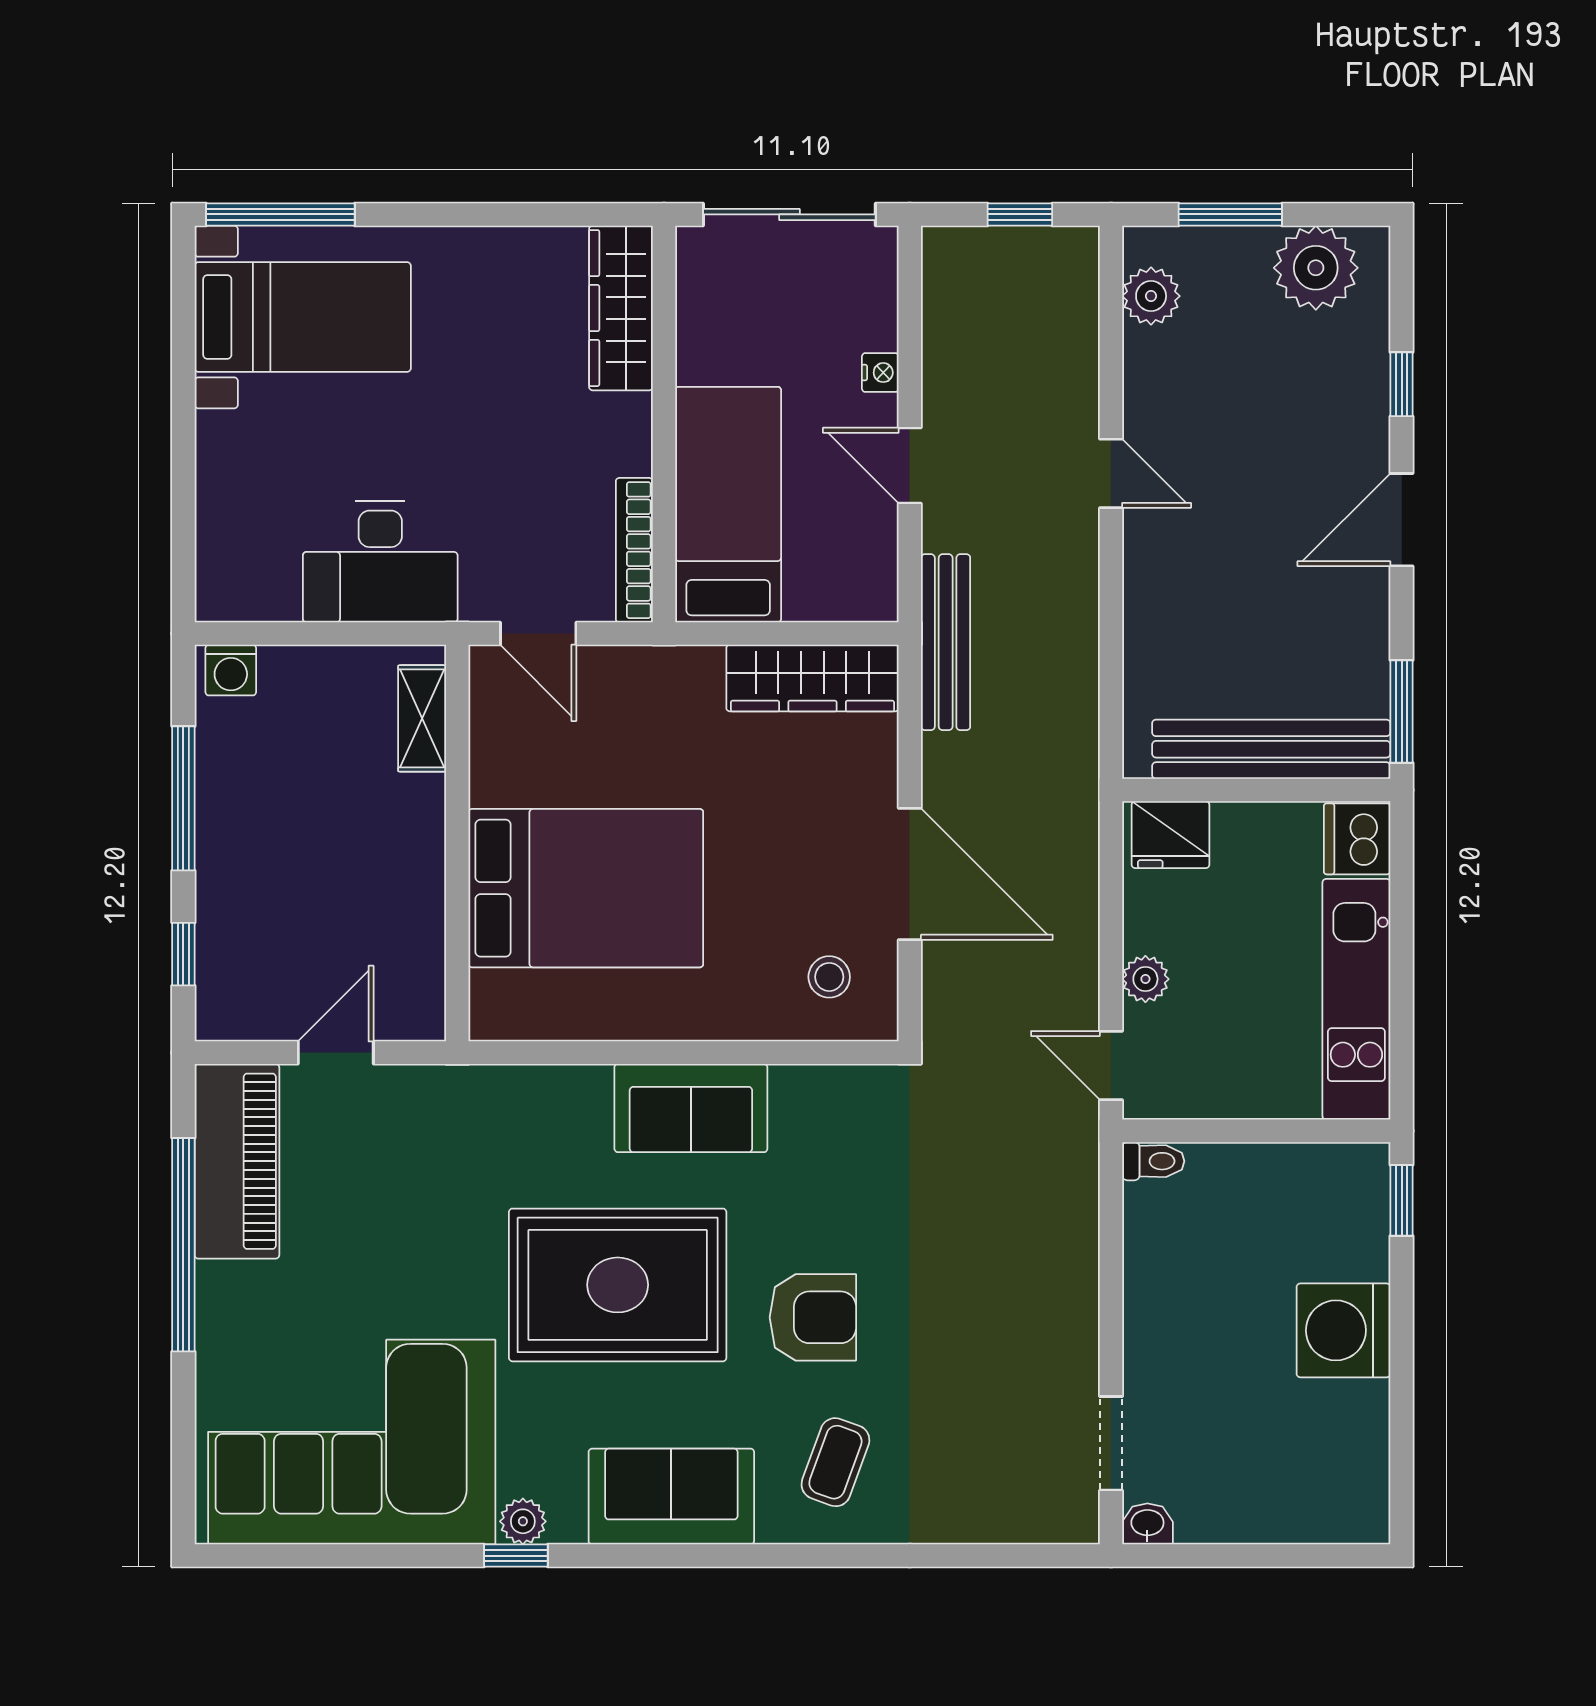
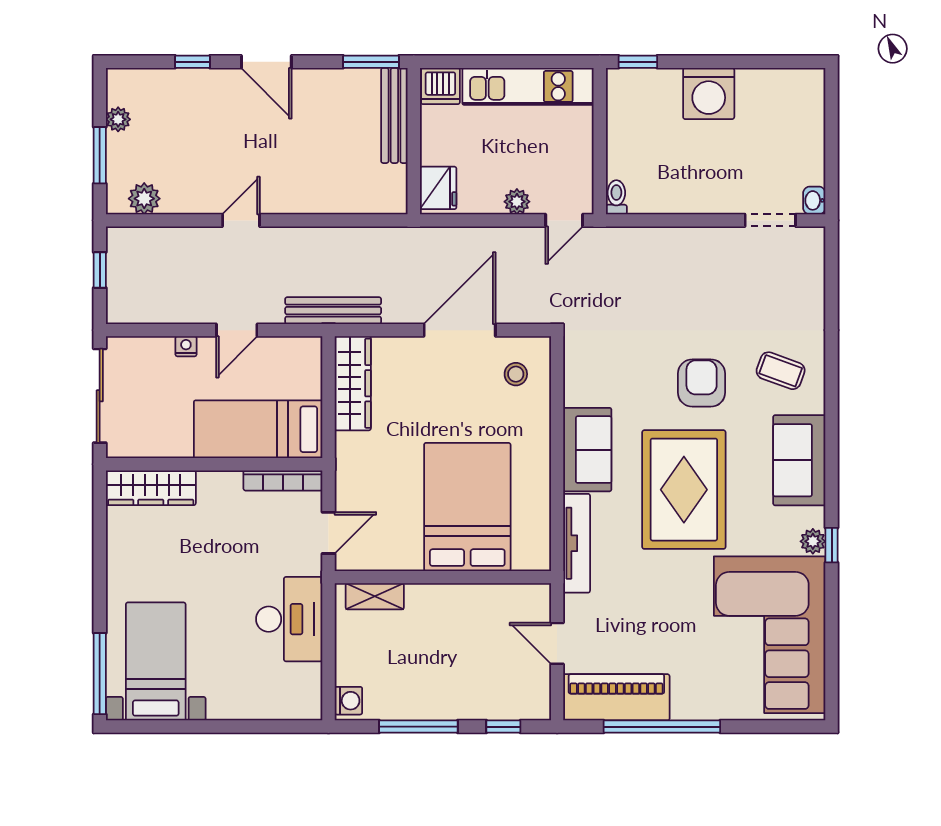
plant: (1316, 268) -> (118, 119), width x0.53, depth x0.53
bench: (1271, 749) -> (394, 115), width x0.73, depth x0.82
tv unit: (519, 1088) -> (577, 543), added

